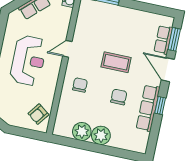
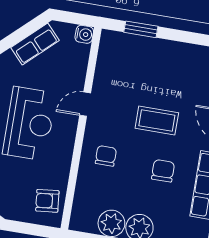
armchair: (38, 114) -> (47, 201), turned 47

